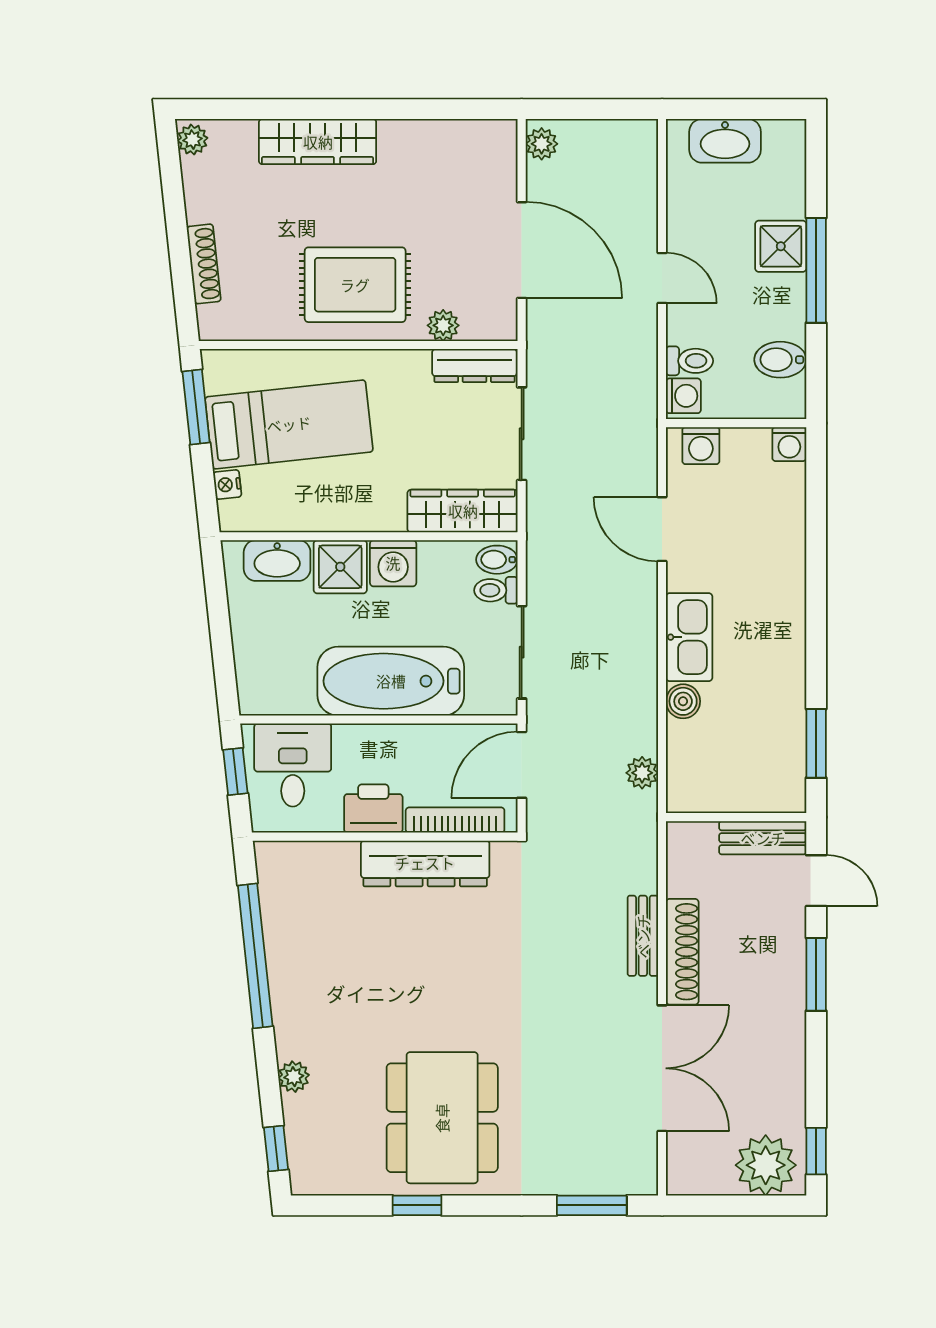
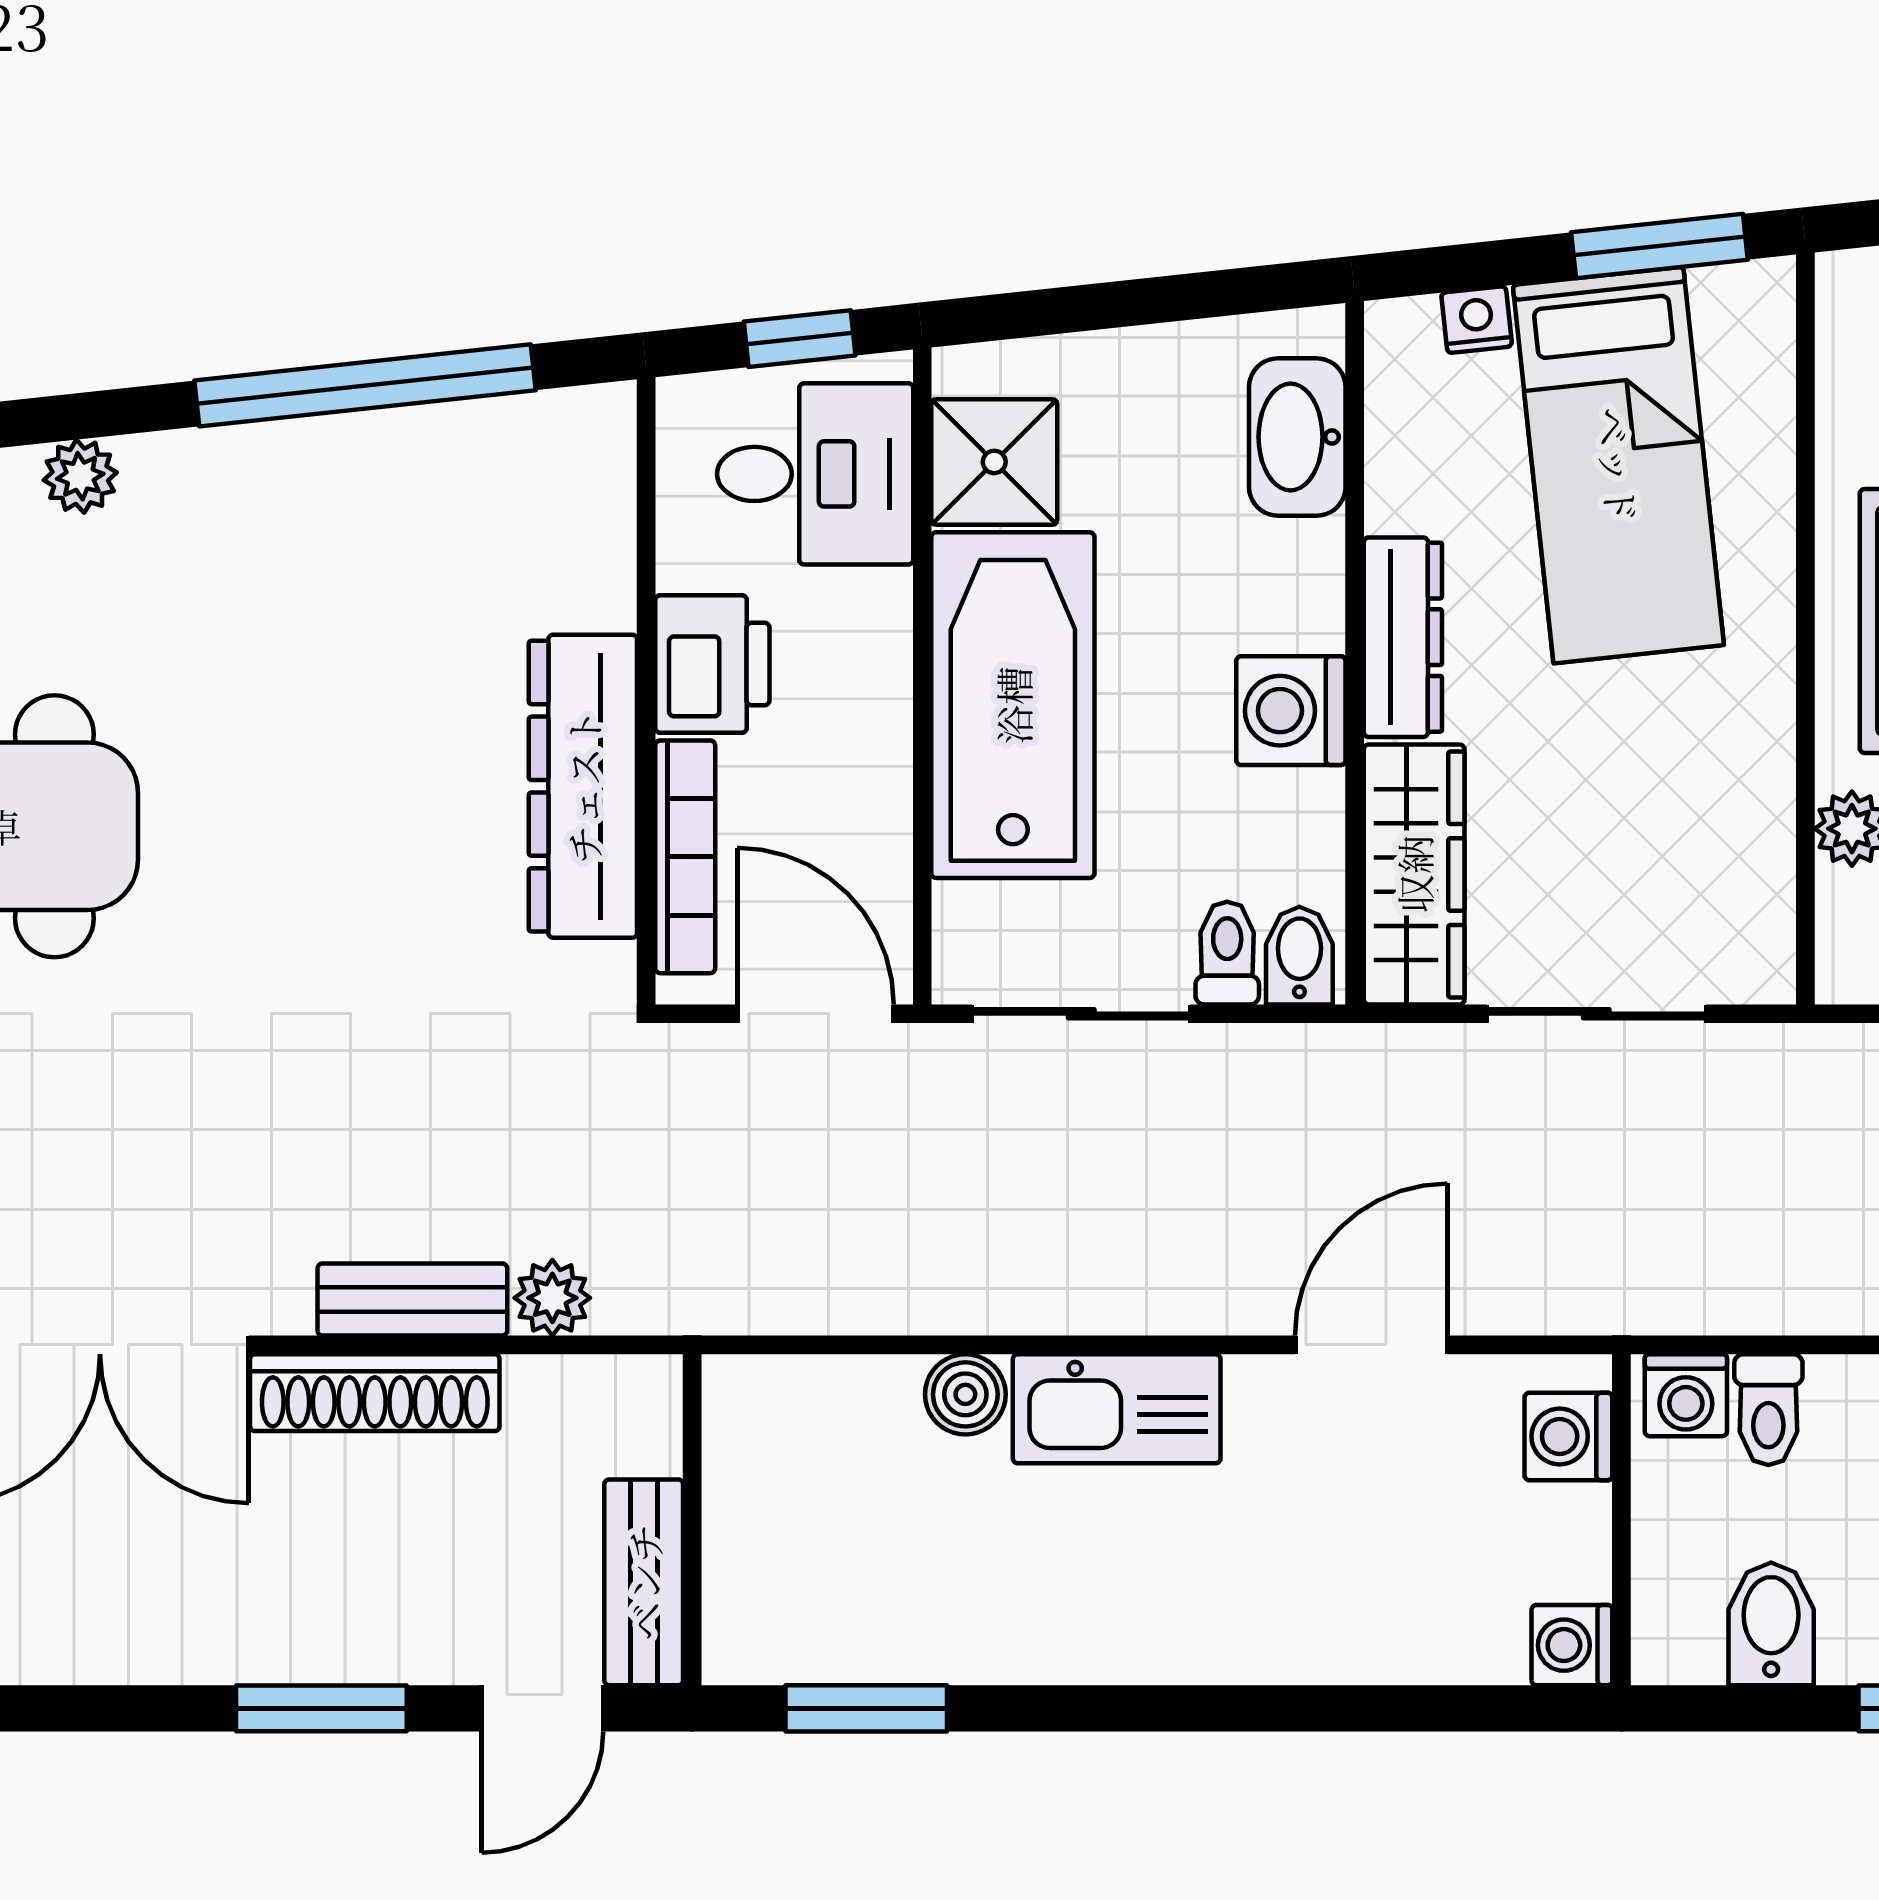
dresser: (475, 366) -> (1403, 637), moved, turned 180
shower: (340, 567) -> (994, 462), moved
plant: (642, 773) -> (552, 1298), moved

